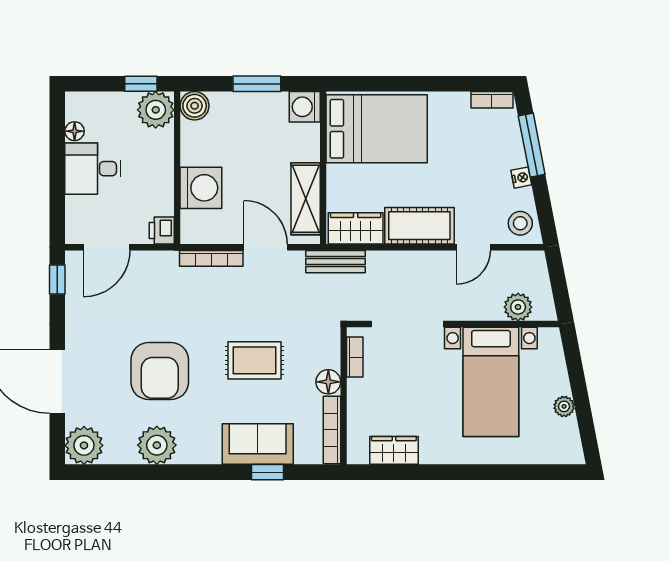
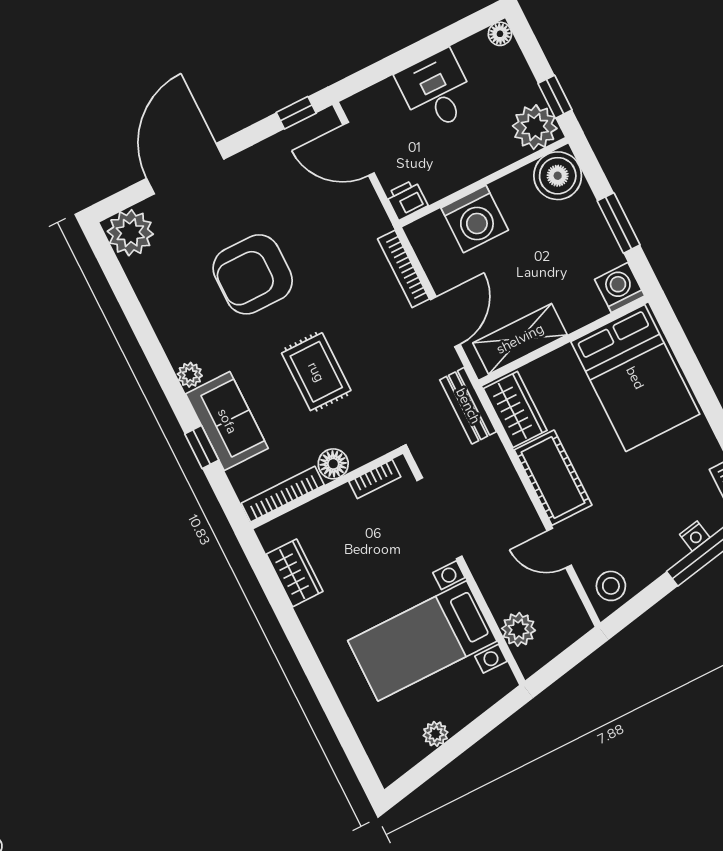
boiler: (195, 106) -> (558, 176), width x1.37, depth x1.37
floor lamp: (75, 131) -> (500, 34), moved
nightstand: (521, 178) -> (695, 536), moved
plant: (157, 445) -> (190, 375), moved, width x0.53, depth x0.53

